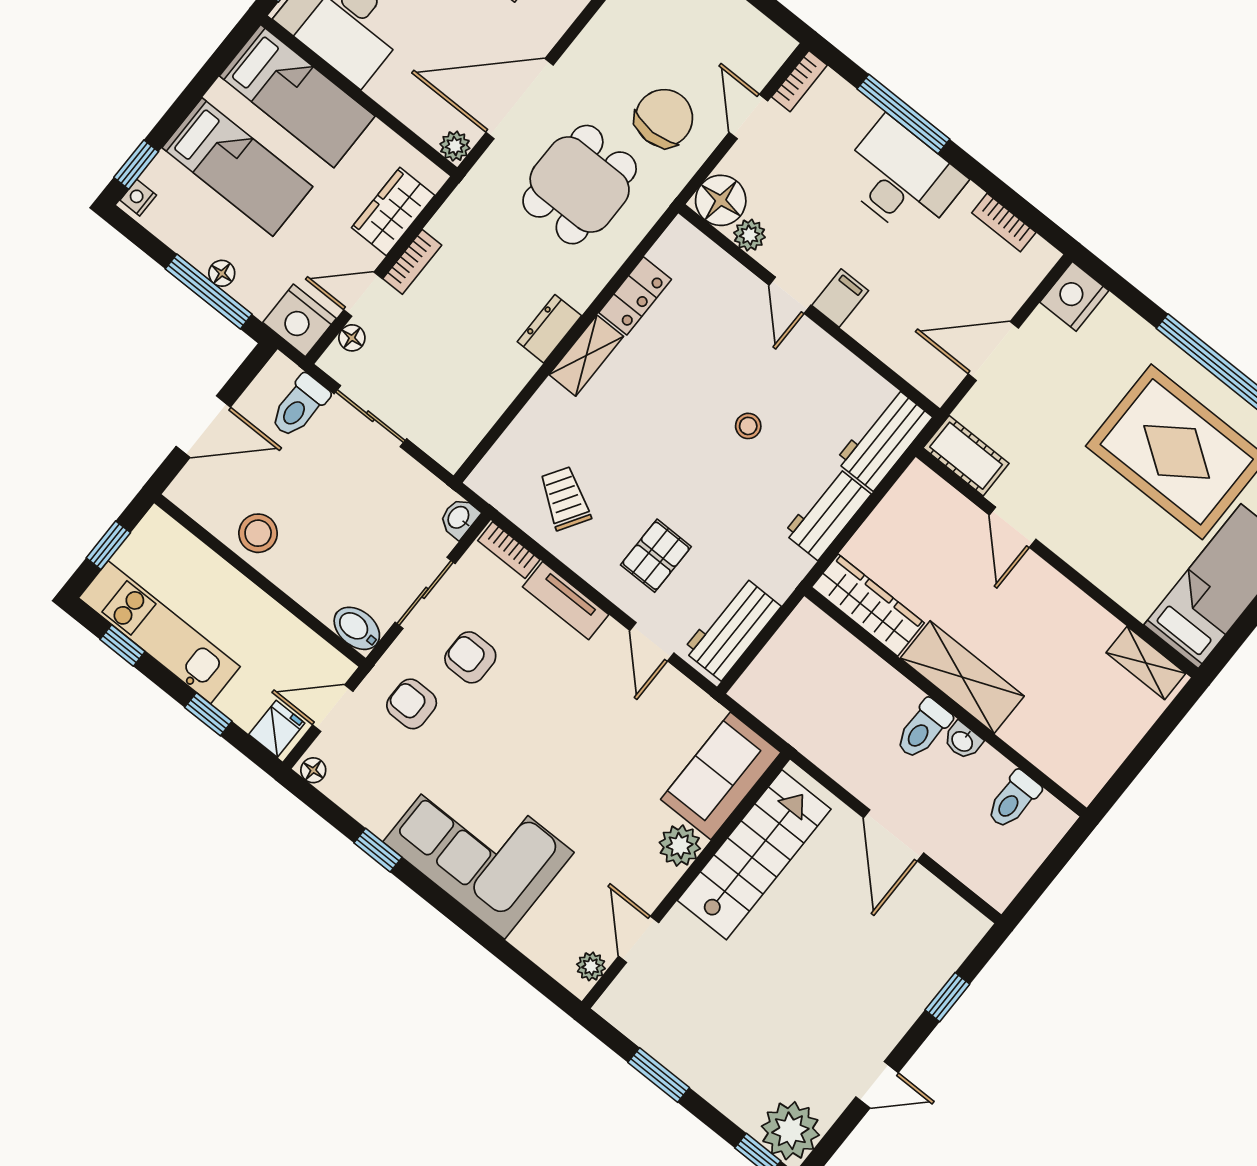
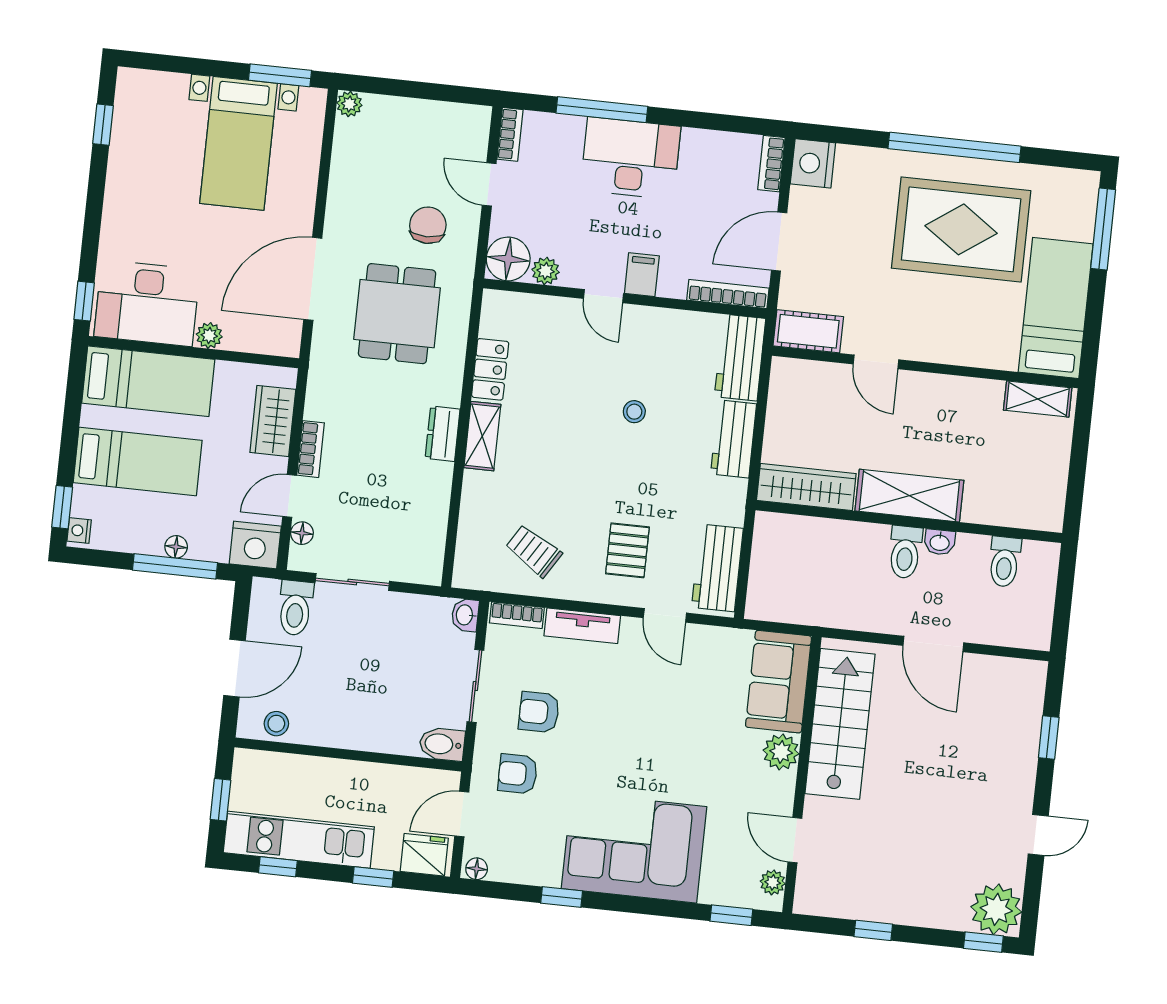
chair: (664, 118) -> (428, 225), width x0.73, depth x0.73
plant: (455, 146) -> (209, 336), moved
bookcase: (1004, 223) -> (771, 164), moved, turned 90
bookcase: (911, 370) -> (728, 294), added
stool: (258, 533) -> (276, 724), moved, width x0.73, depth x0.73
fridge: (277, 729) -> (424, 855), width x1.38
window: (531, 973) -> (731, 915), added
window: (659, 1075) -> (873, 930), width x0.67

